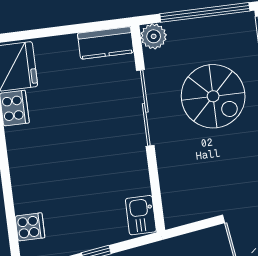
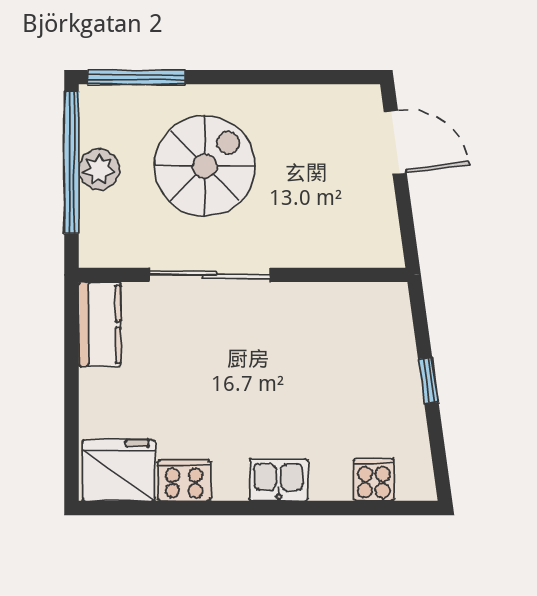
plant: (154, 36) -> (99, 169), moved
kitchen sink: (141, 215) -> (278, 480), moved, turned 180

